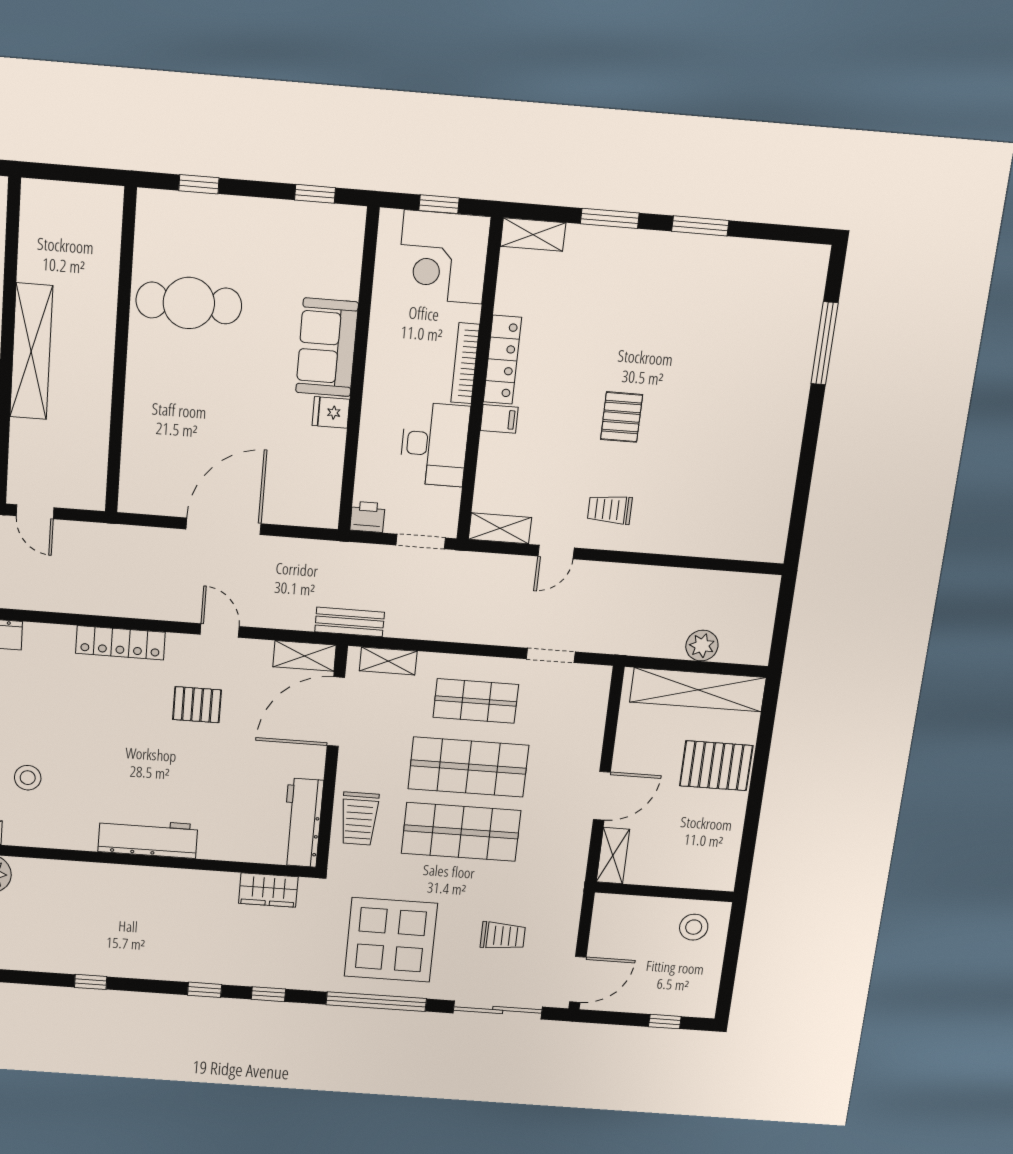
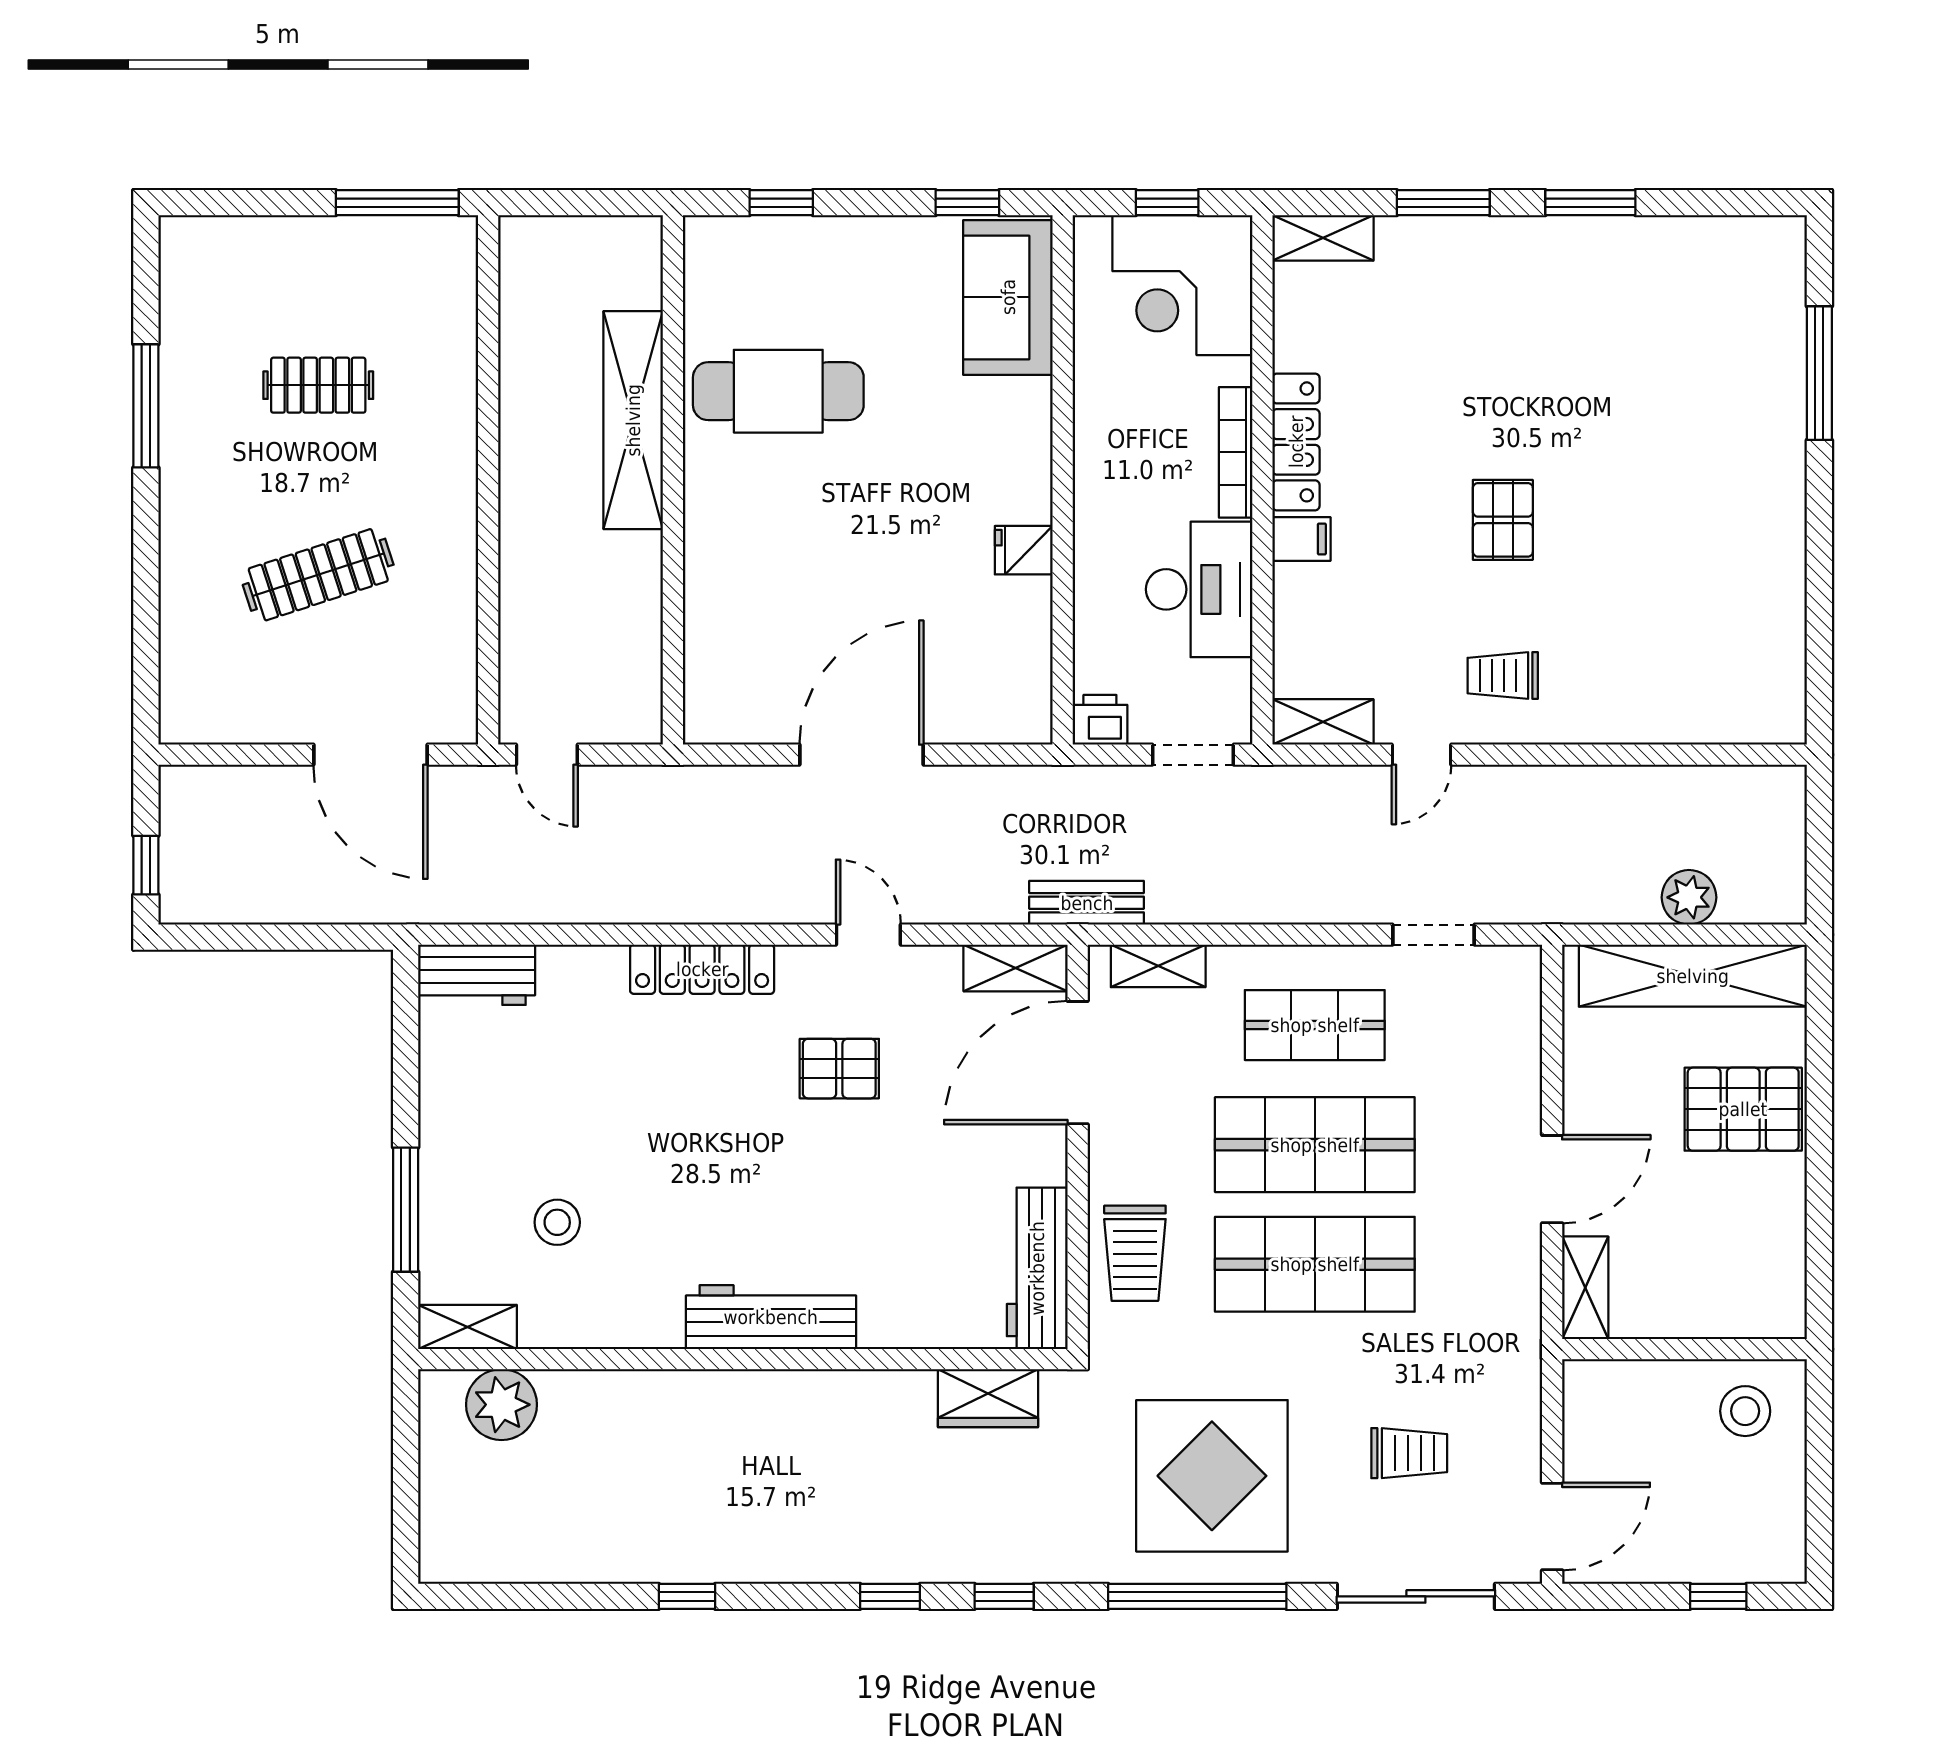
sofa: (327, 347) -> (1008, 297), moved
shelving: (31, 352) -> (633, 420), moved

